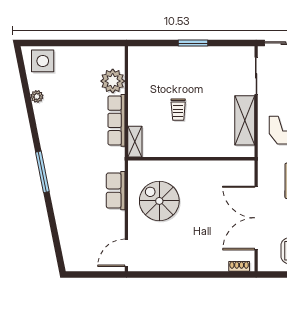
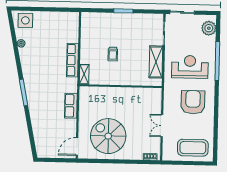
plant: (113, 81) -> (71, 34), removed
spiral stairs: (159, 201) -> (108, 136), moved, width x1.37, depth x1.37
double door: (256, 218) -> (162, 126), width x0.54

